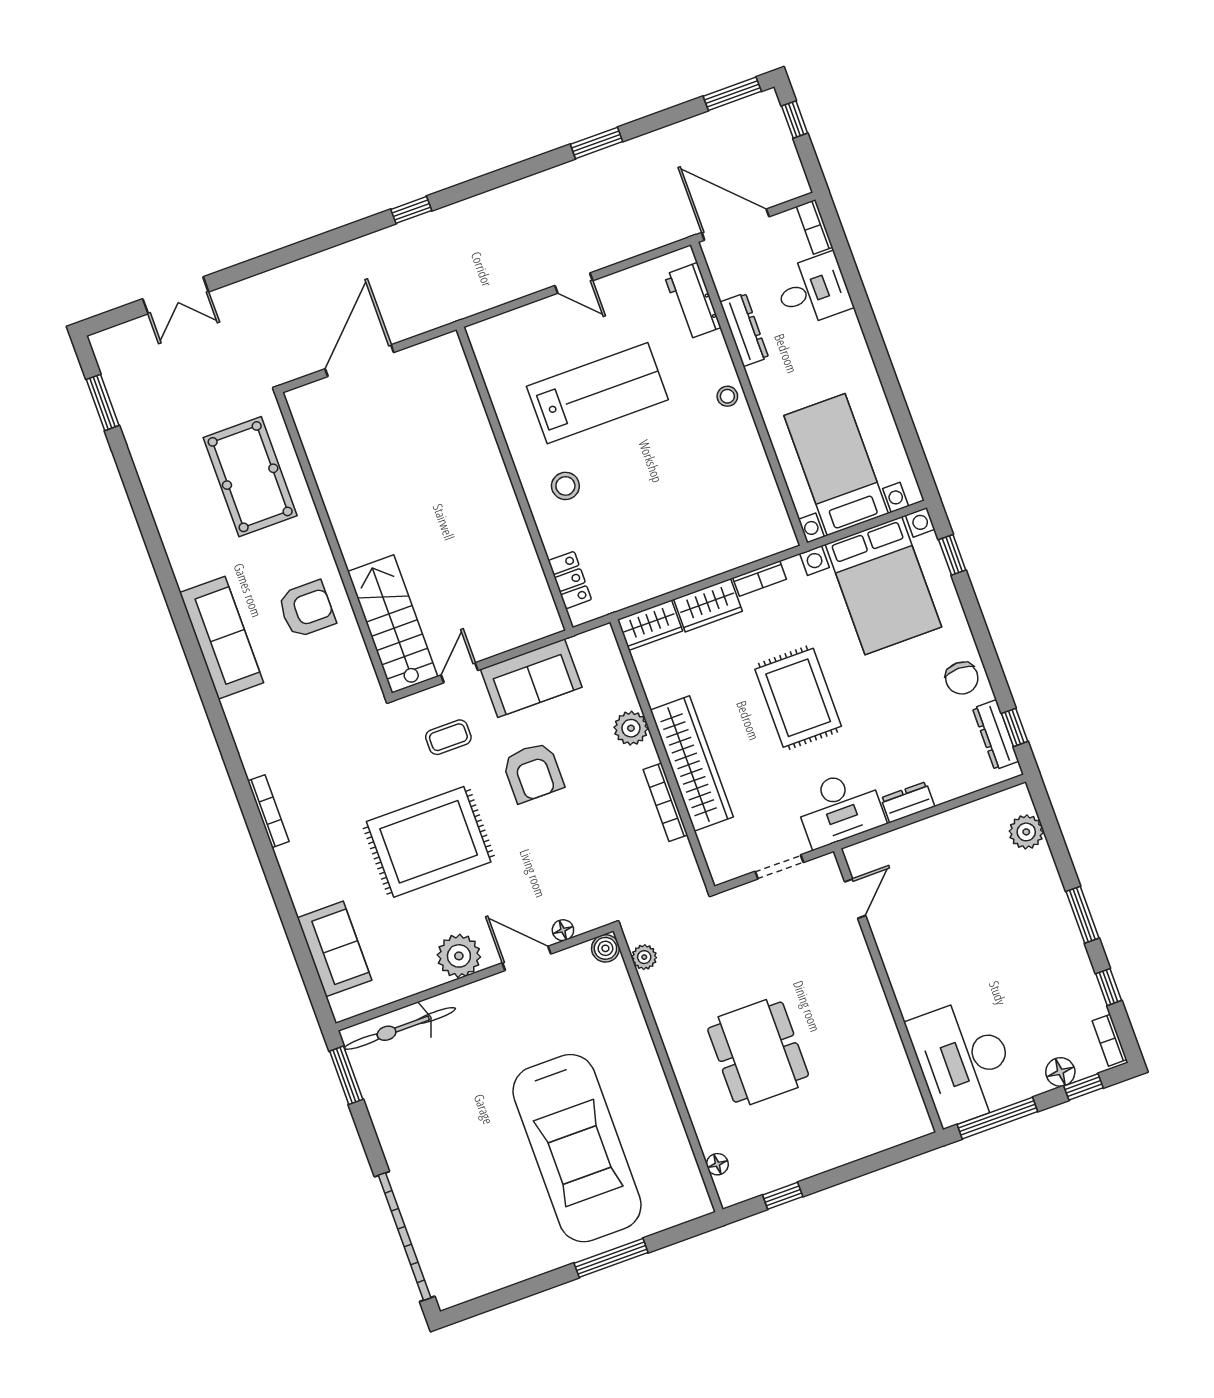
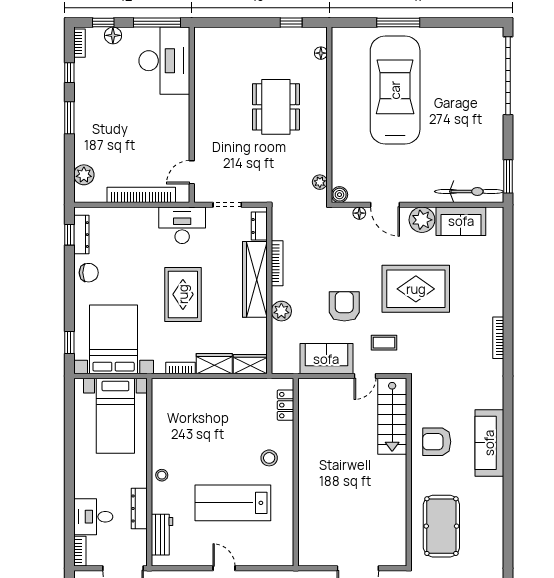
chair: (962, 678) -> (89, 273), turned 90
dresser: (908, 802) -> (259, 226), moved, turned 90
bookcase: (923, 833) -> (141, 195), added
sofa: (334, 949) -> (461, 221), moved, turned -90

